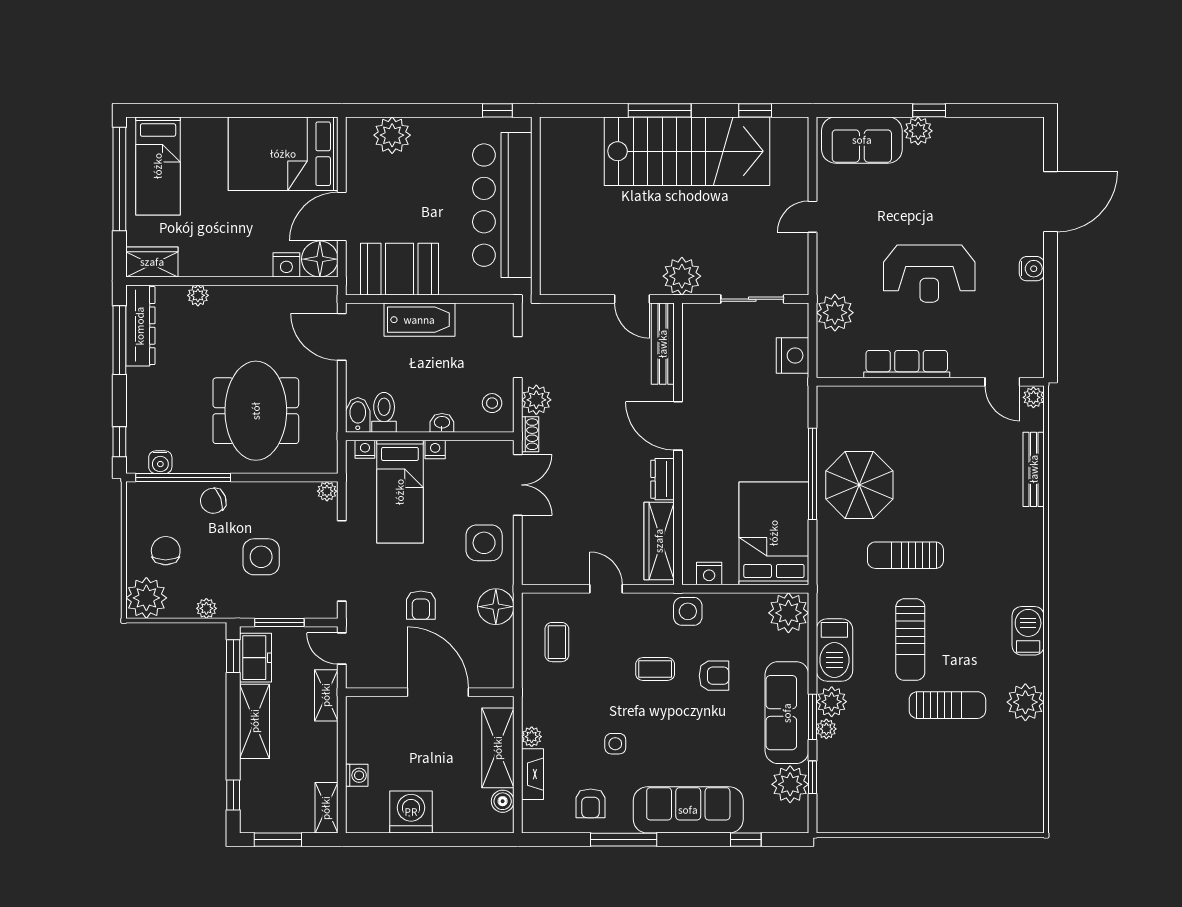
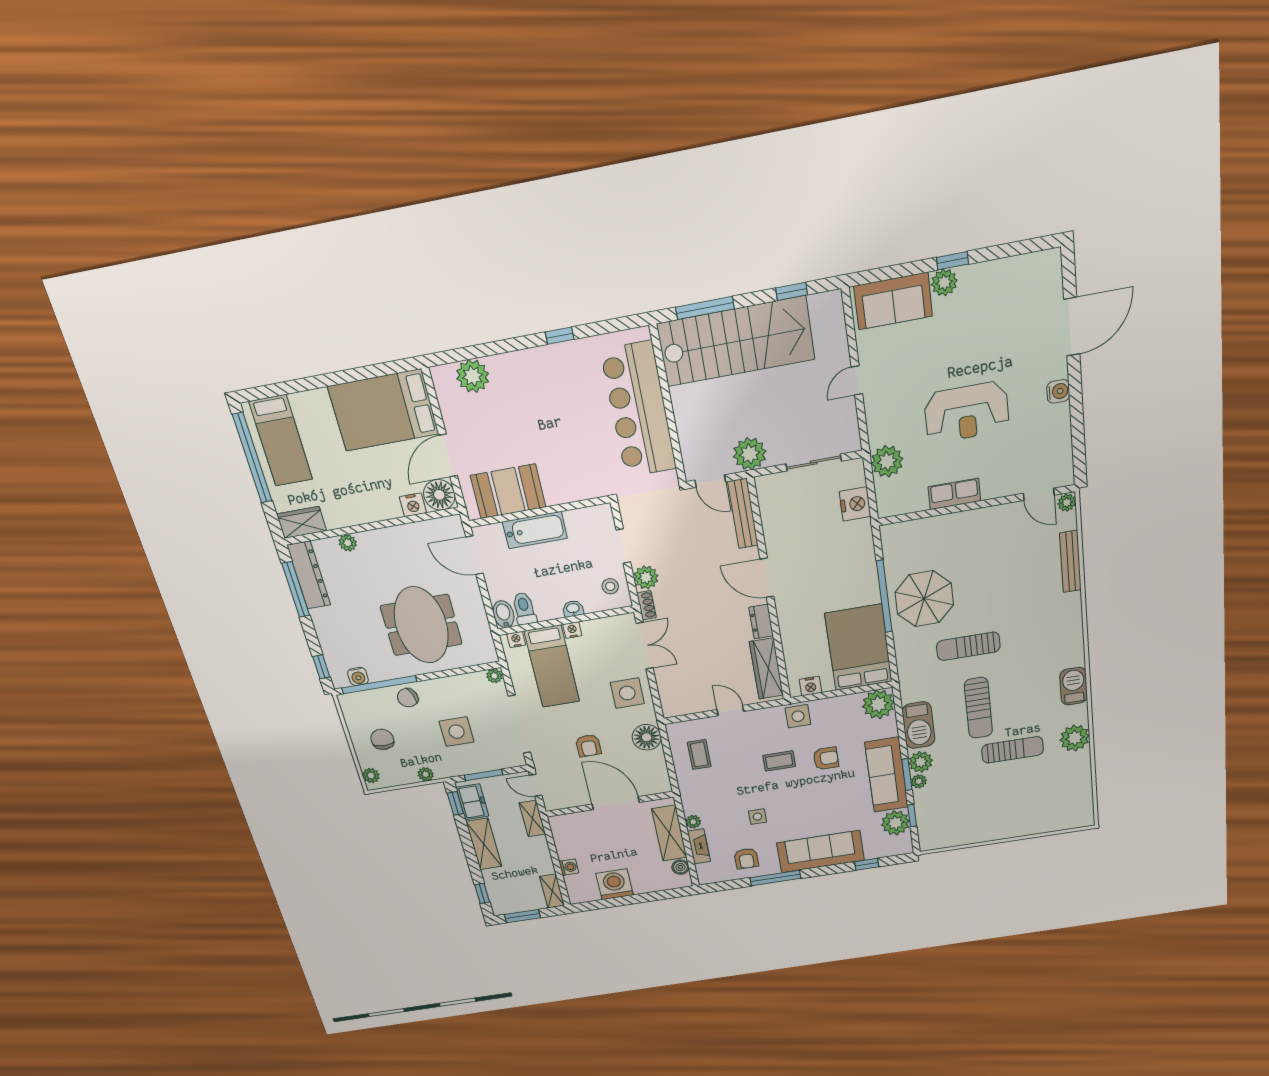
bar counter: (502, 205) -> (639, 410), moved
wall: (536, 206) -> (668, 405), moved
row of seats: (907, 364) -> (954, 494), width x0.68
plant: (146, 598) -> (371, 776), width x0.53, depth x0.53

